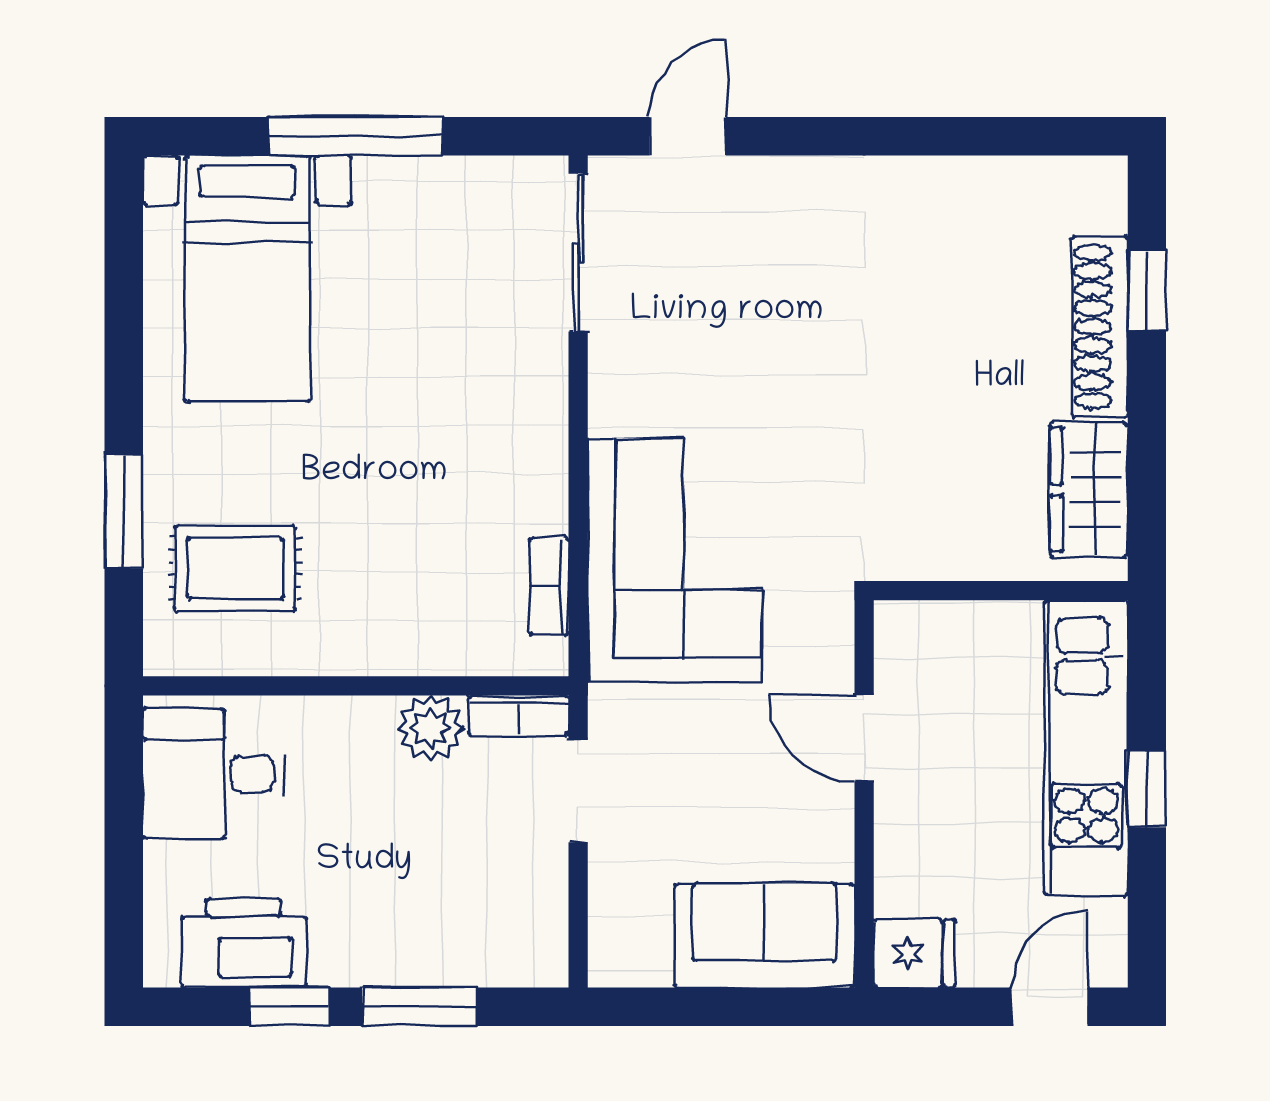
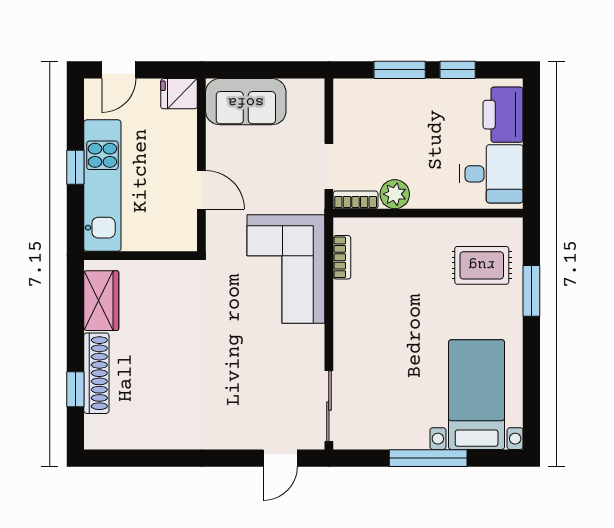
printer: (244, 943) -> (503, 115), moved, turned 90

